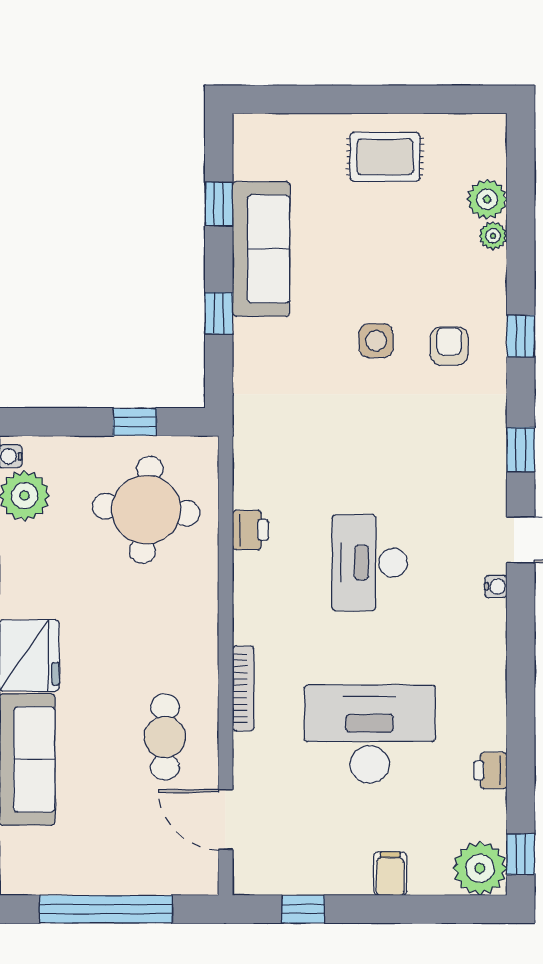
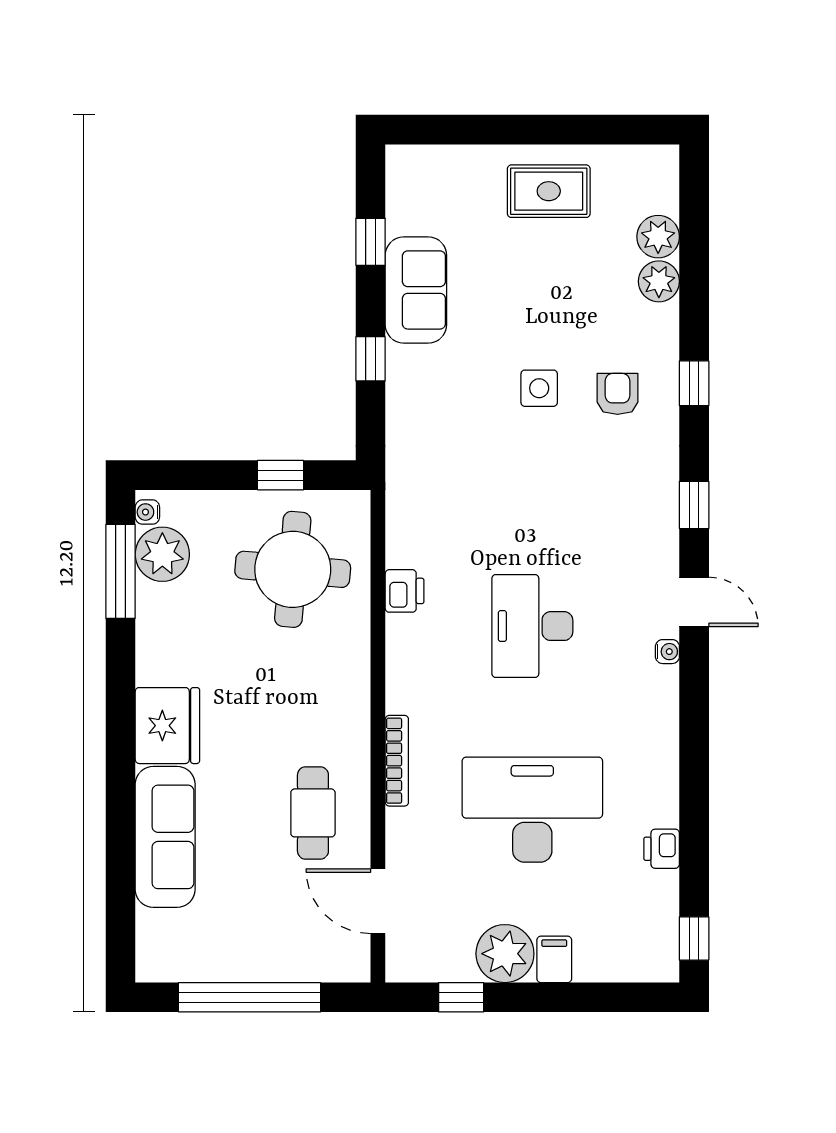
plant: (493, 236) -> (659, 281), width x1.38, depth x1.38
sofa: (261, 249) -> (416, 290), width x0.73
plant: (480, 868) -> (505, 954), moved

